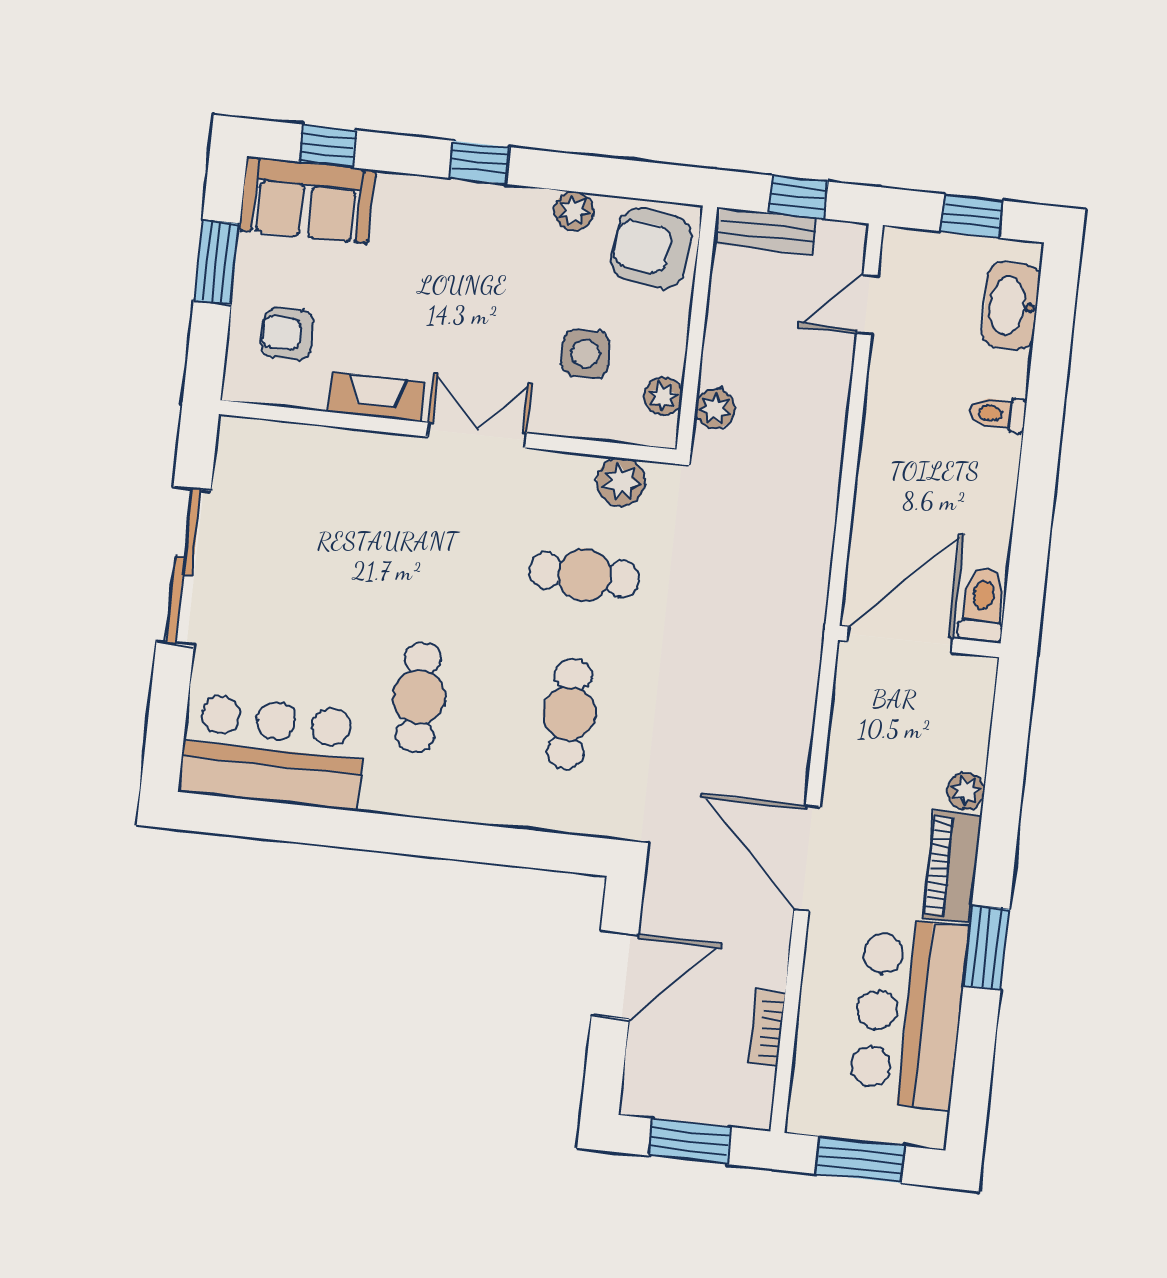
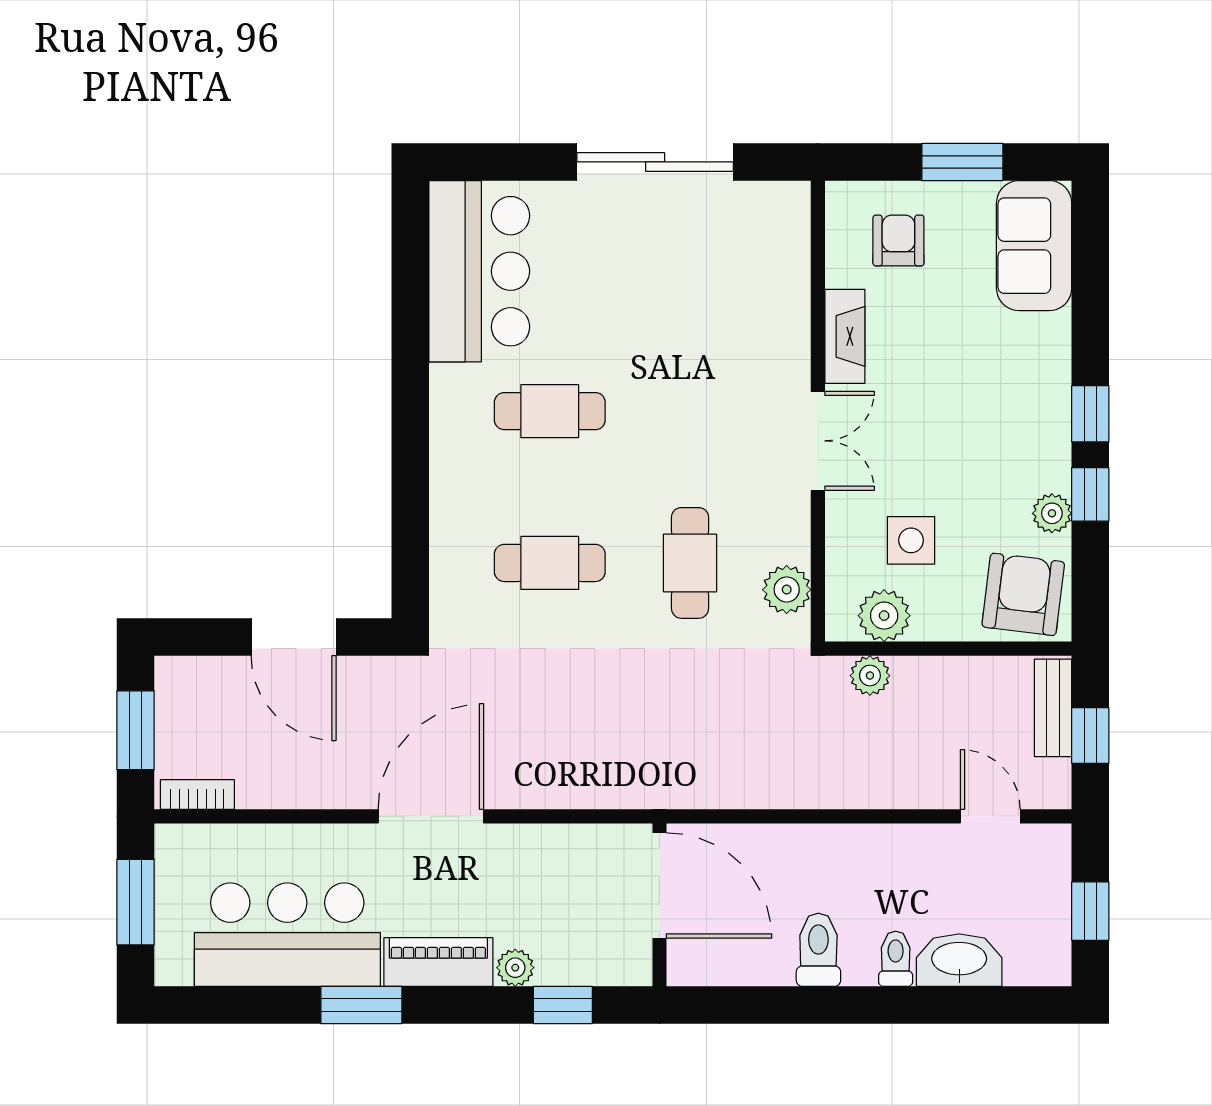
window: (328, 146) -> (1090, 494), moved
washbasin: (1011, 306) -> (959, 960), moved
plant: (663, 396) -> (884, 616), width x1.38, depth x1.38
toilet: (983, 605) -> (818, 950), moved, turned -90
window: (1008, 748) -> (563, 1005), added
bookcase: (767, 1028) -> (197, 795), moved

